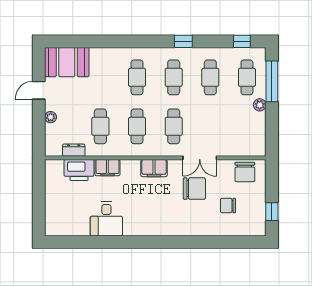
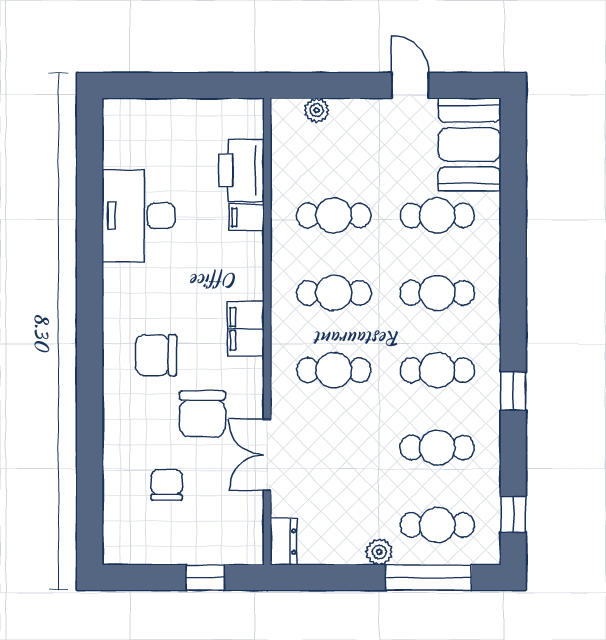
cafe table: (100, 77) -> (437, 215), added
plant: (51, 117) -> (317, 110), moved
dresser: (74, 150) -> (283, 542), moved
double door: (200, 158) -> (267, 455), moved
filing cabinet: (107, 168) -> (247, 217), width x0.50
chair: (245, 172) -> (156, 355), moved
window: (272, 212) -> (205, 578), moved
desk: (106, 219) -> (138, 216), width x1.37

